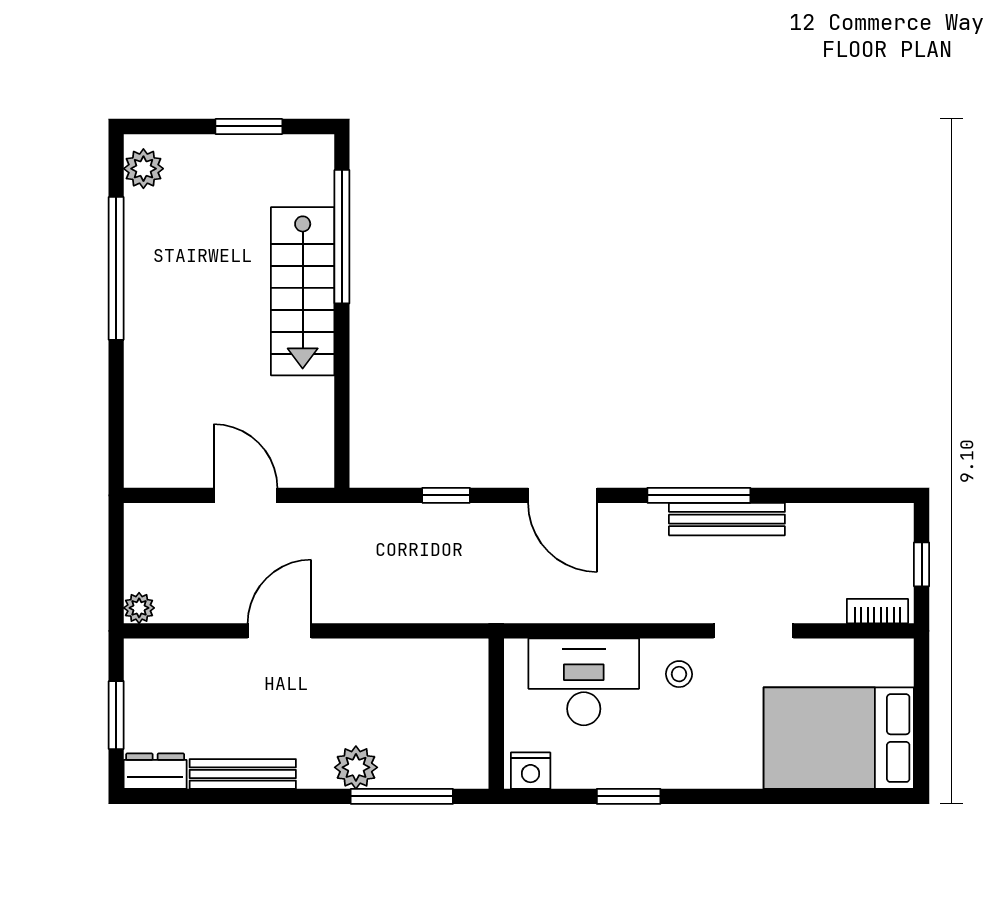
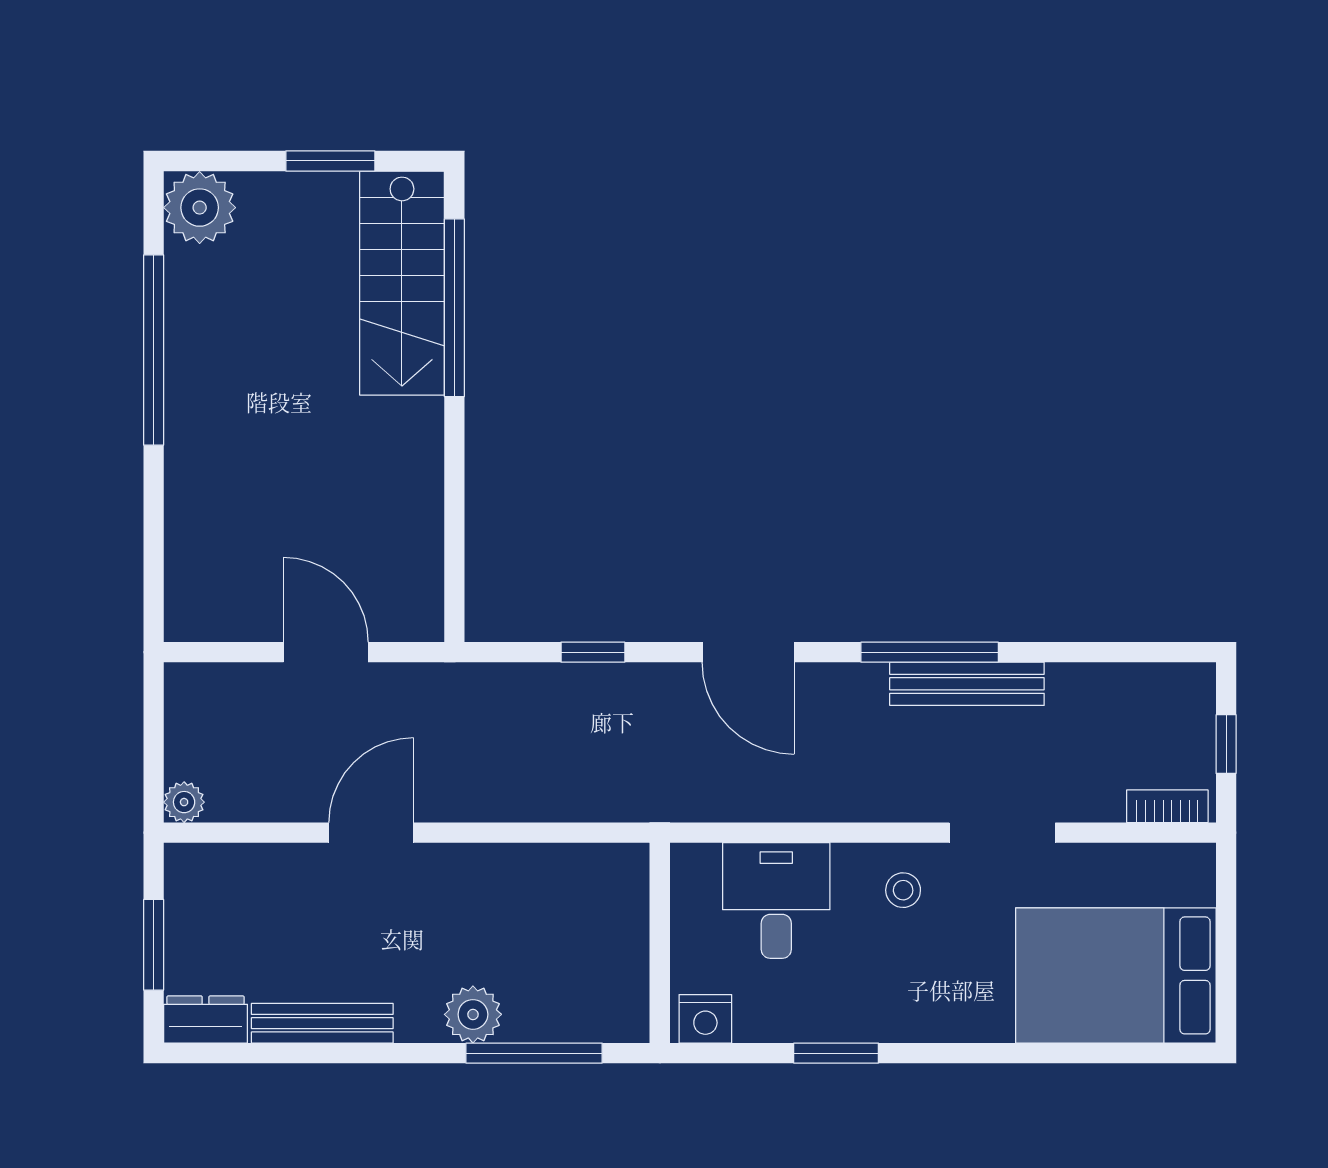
plant: (143, 169) -> (200, 208), width x1.36, depth x1.36
stairs: (303, 291) -> (402, 283), moved
desk: (584, 682) -> (776, 900), width x0.73

